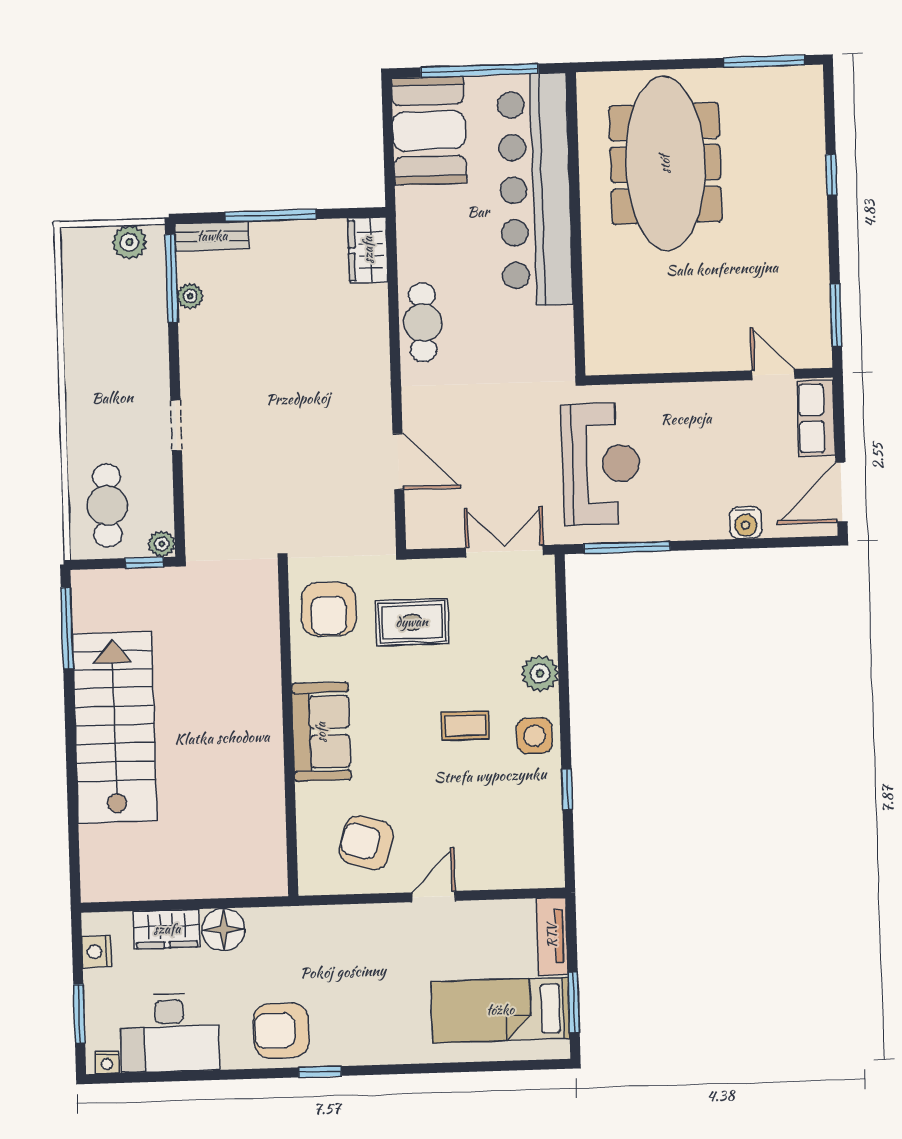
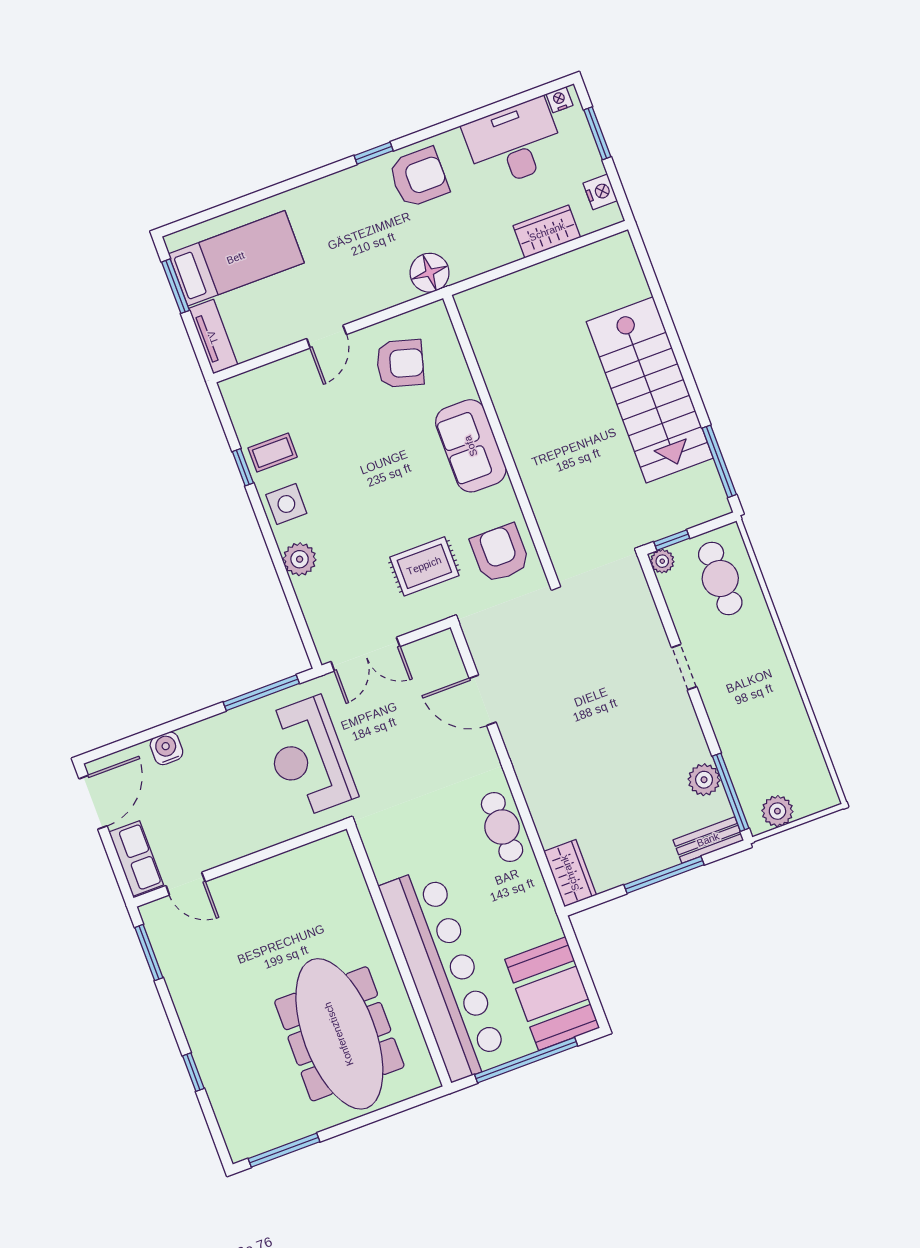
plant: (190, 296) -> (704, 780), width x1.38, depth x1.38
coffee table: (465, 726) -> (273, 453), moved
floor lamp: (223, 930) -> (430, 273), moved

